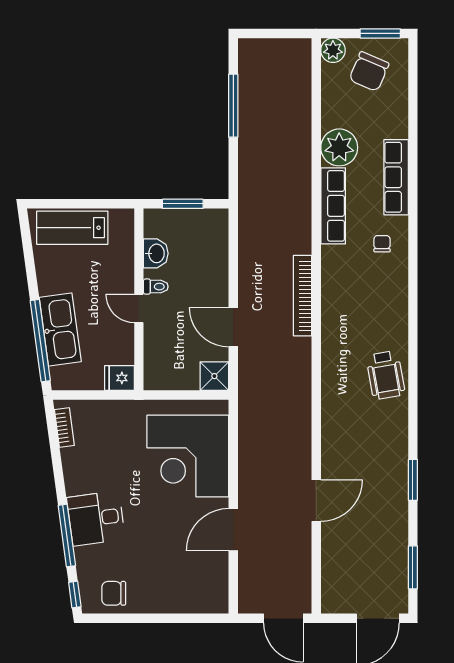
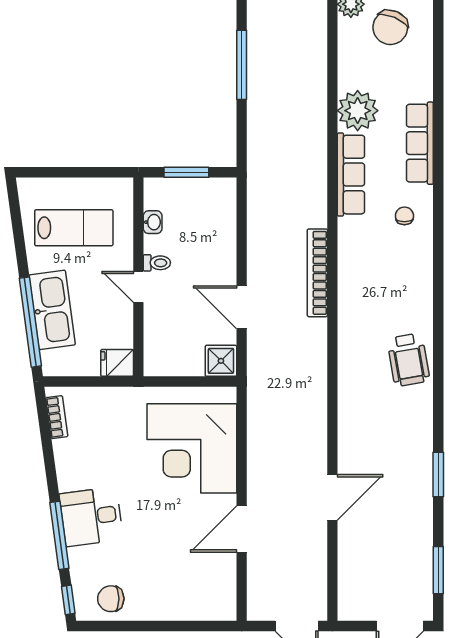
lab bench: (72, 228) -> (74, 228), moved, turned 180
washbasin: (156, 253) -> (153, 222), width x0.72, depth x0.69

